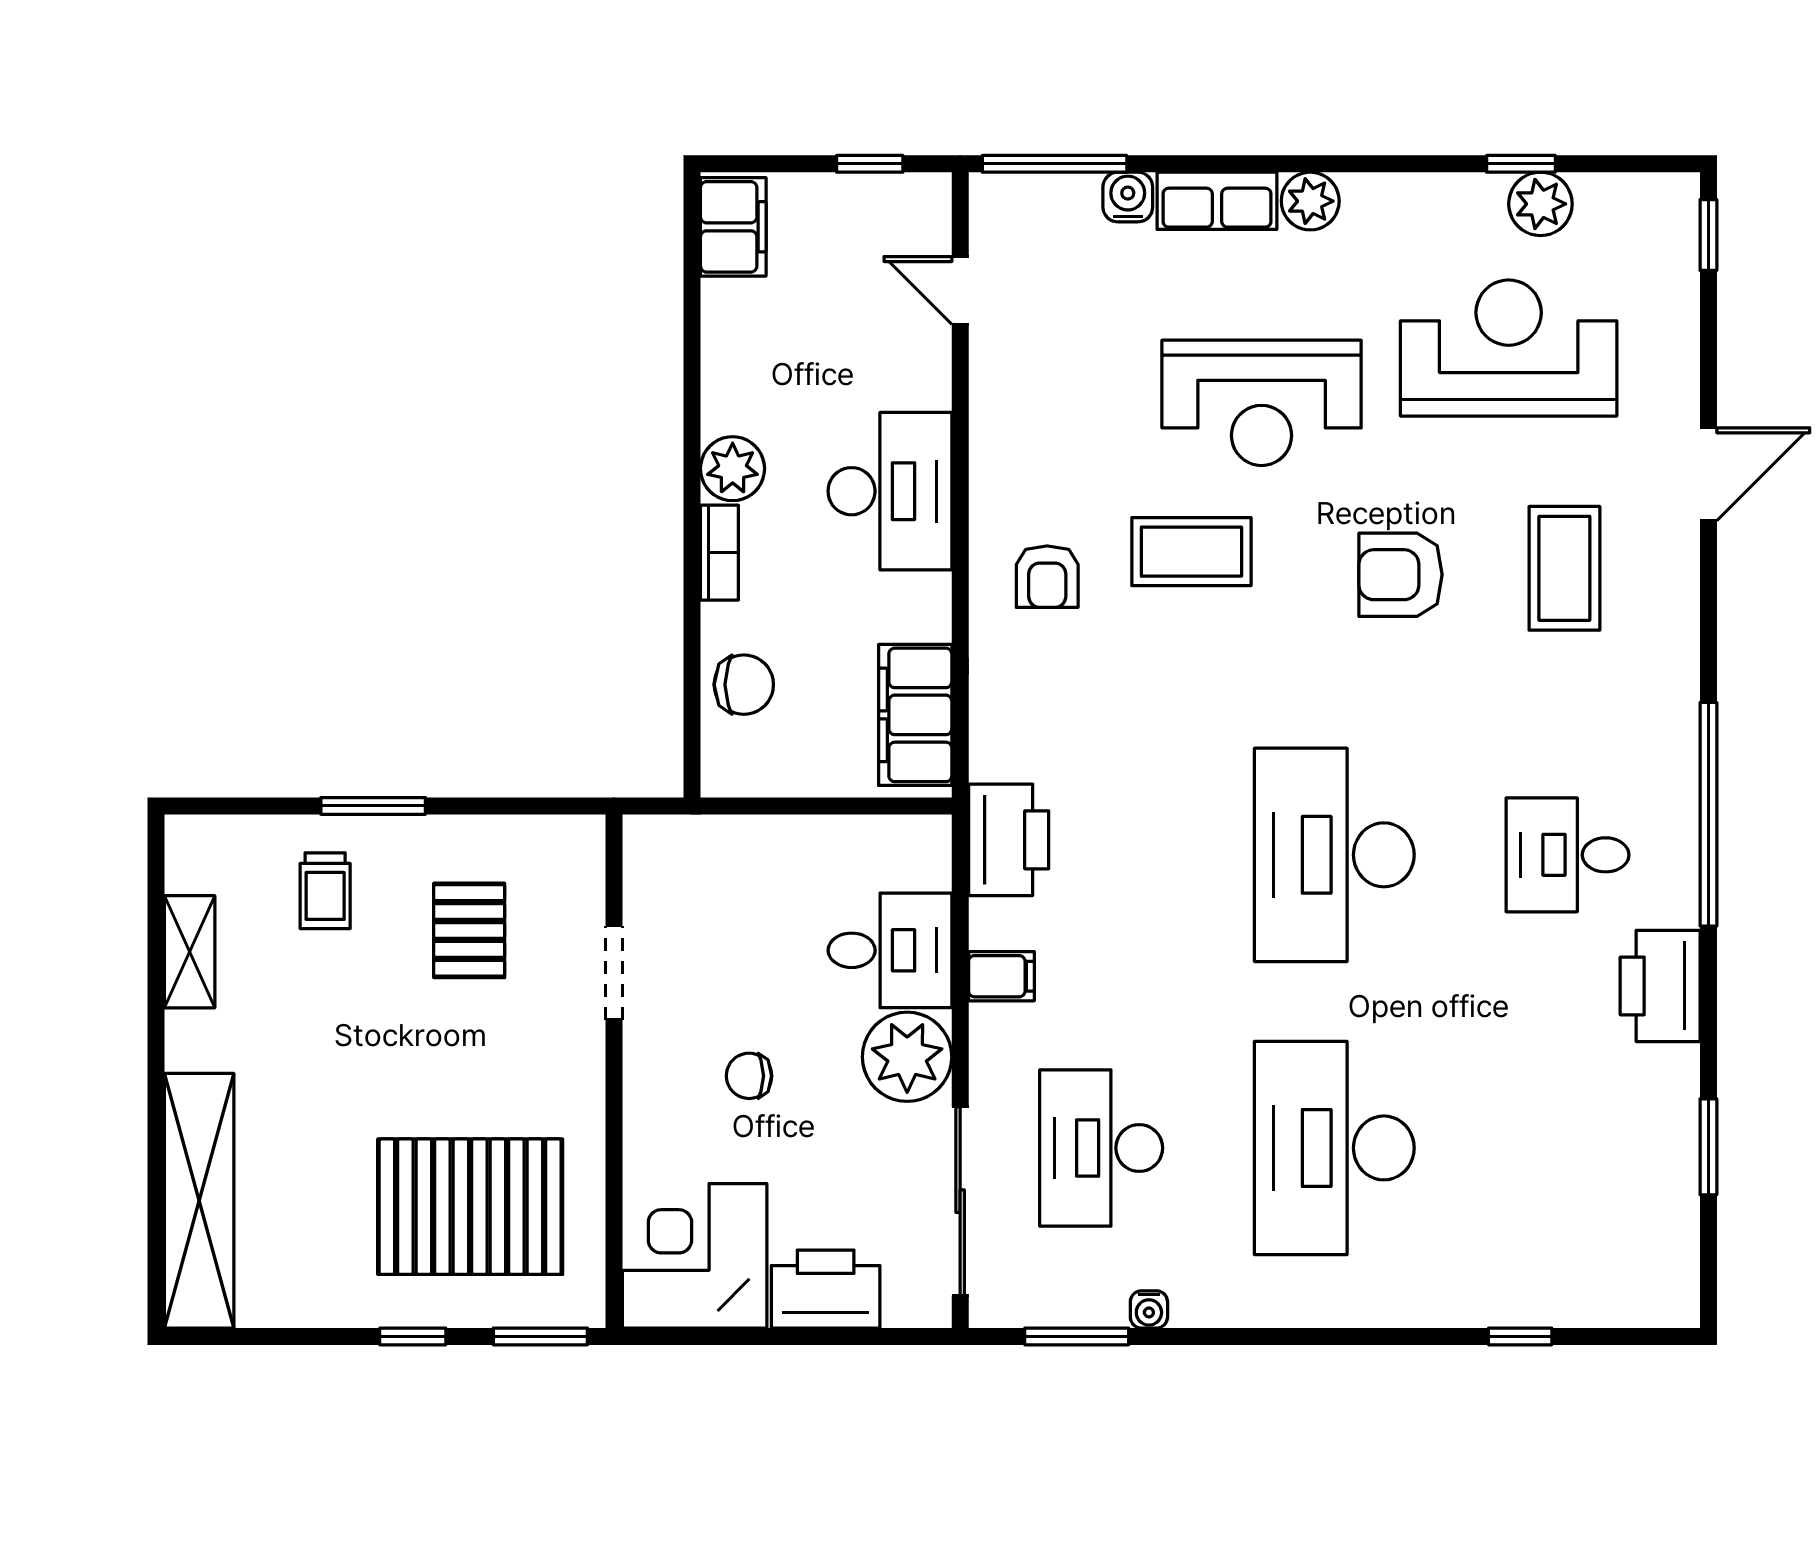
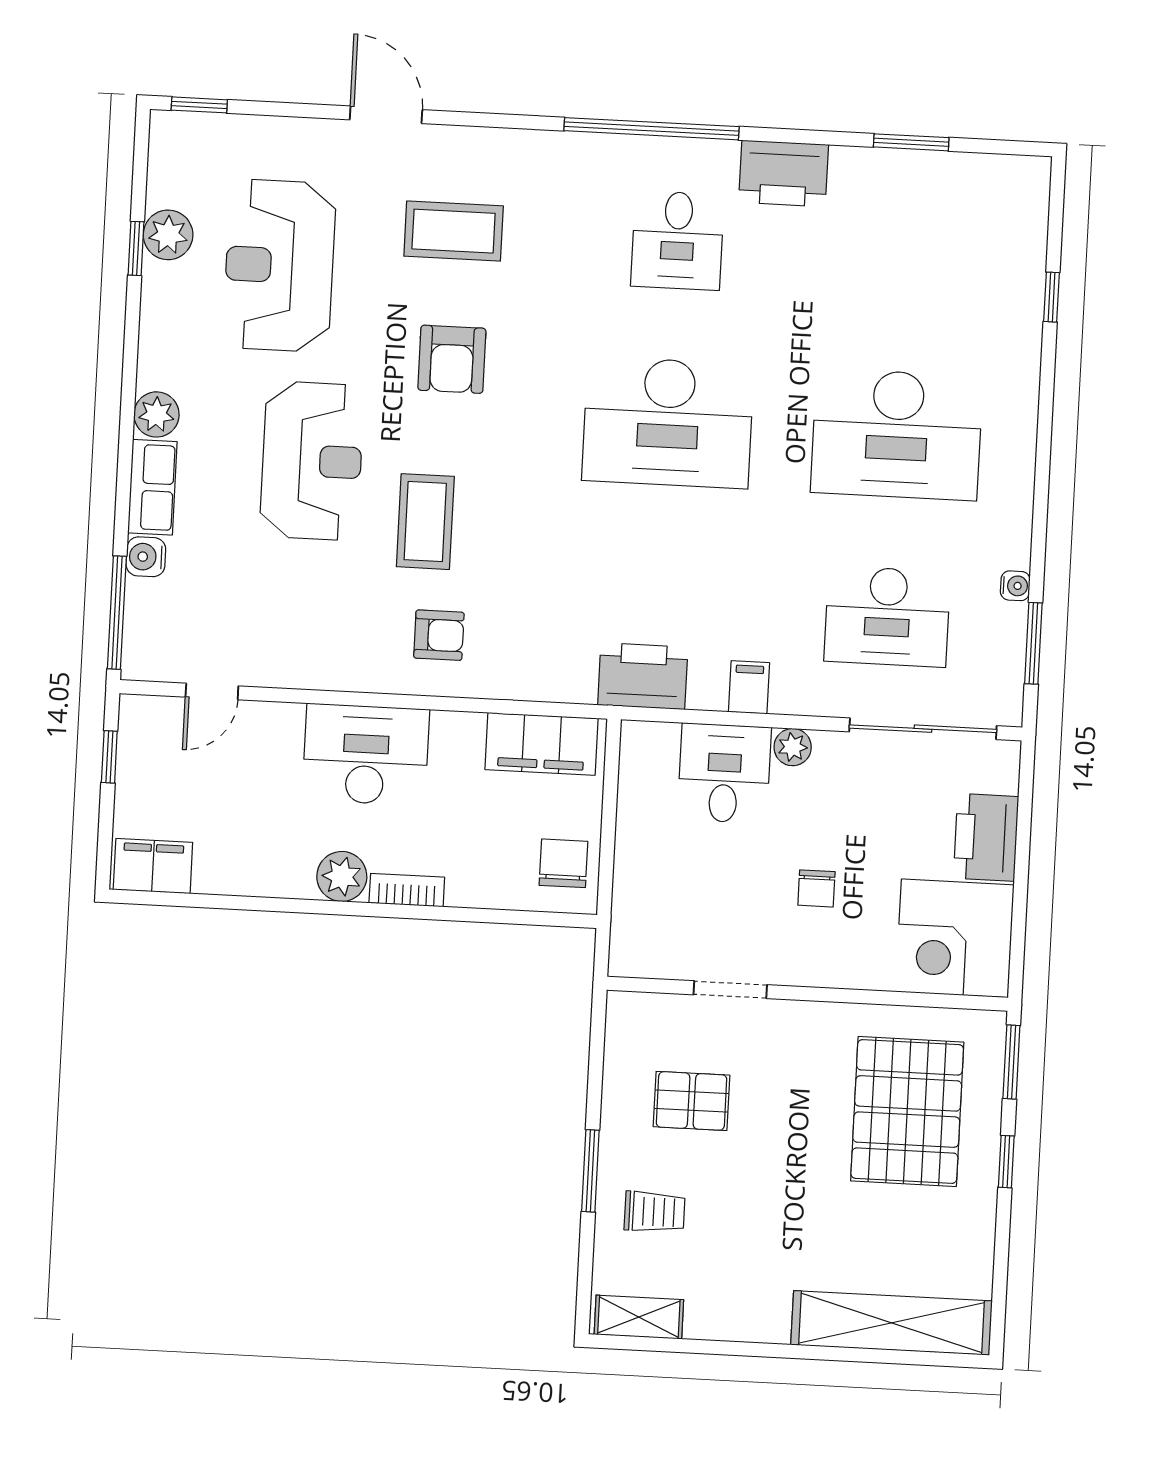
chair: (744, 685) -> (563, 863), moved
shelving: (190, 952) -> (639, 1317), moved
plant: (907, 1057) -> (793, 747), width x0.53, depth x0.53

